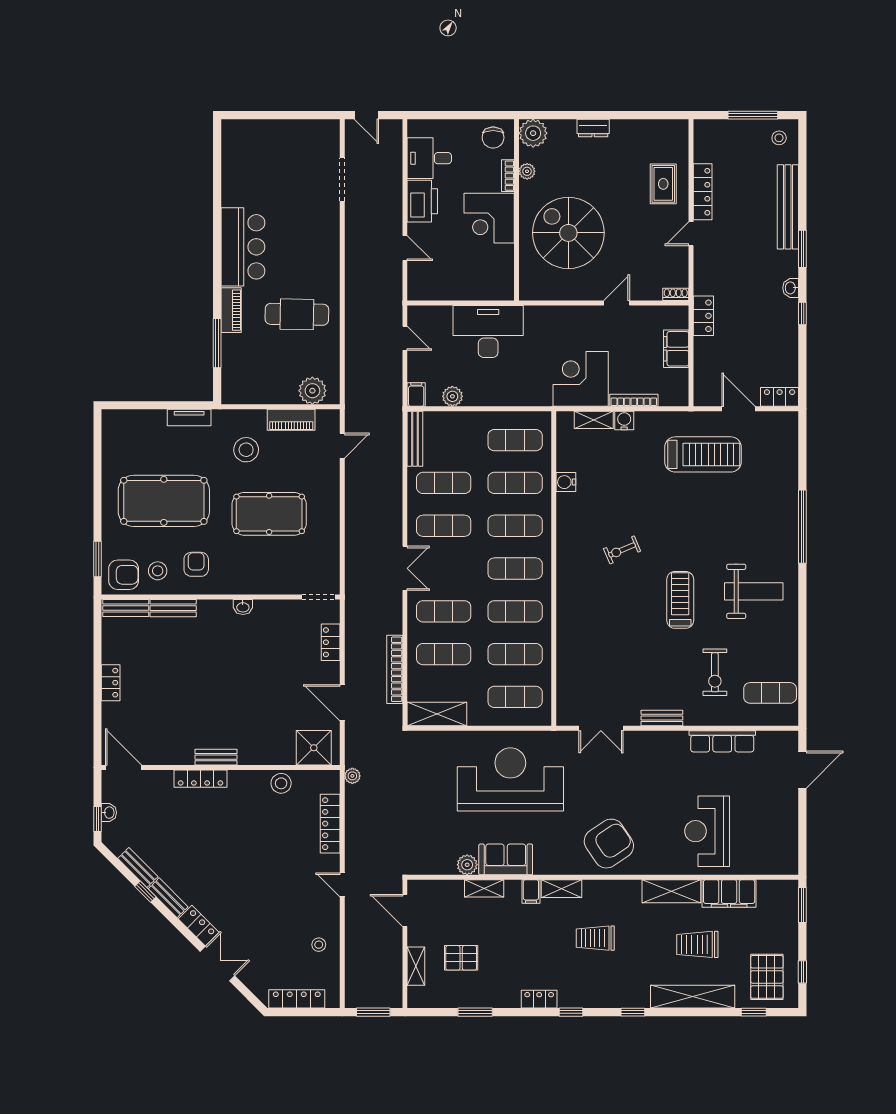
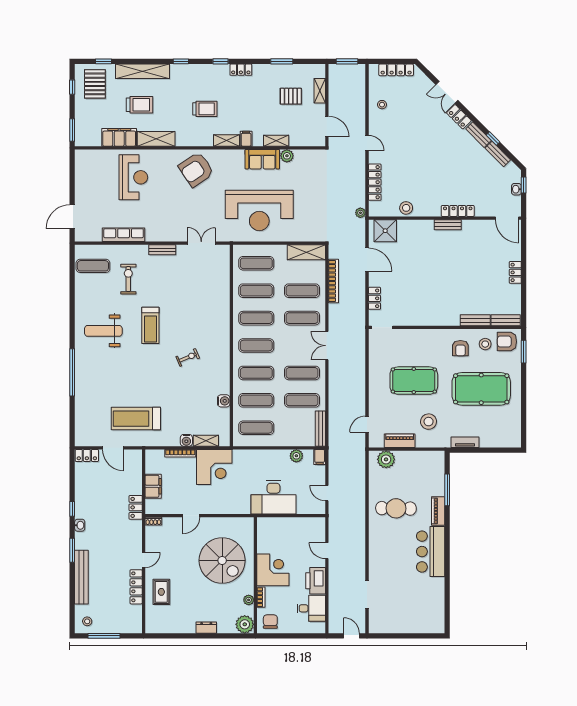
washbasin: (243, 607) -> (431, 321), removed

